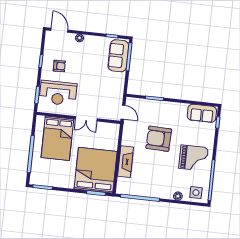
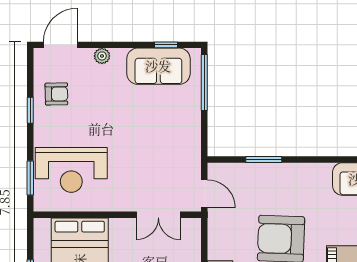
door: (59, 30) -> (60, 45), hinge flipped
sofa: (118, 56) -> (158, 66), moved, turned -90
armchair: (59, 66) -> (56, 94), moved
double door: (86, 119) -> (158, 215), moved

